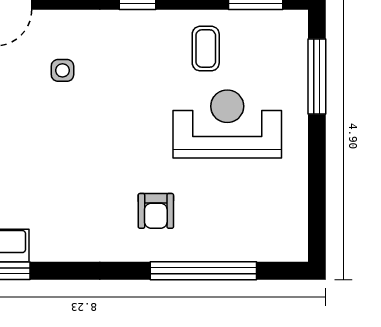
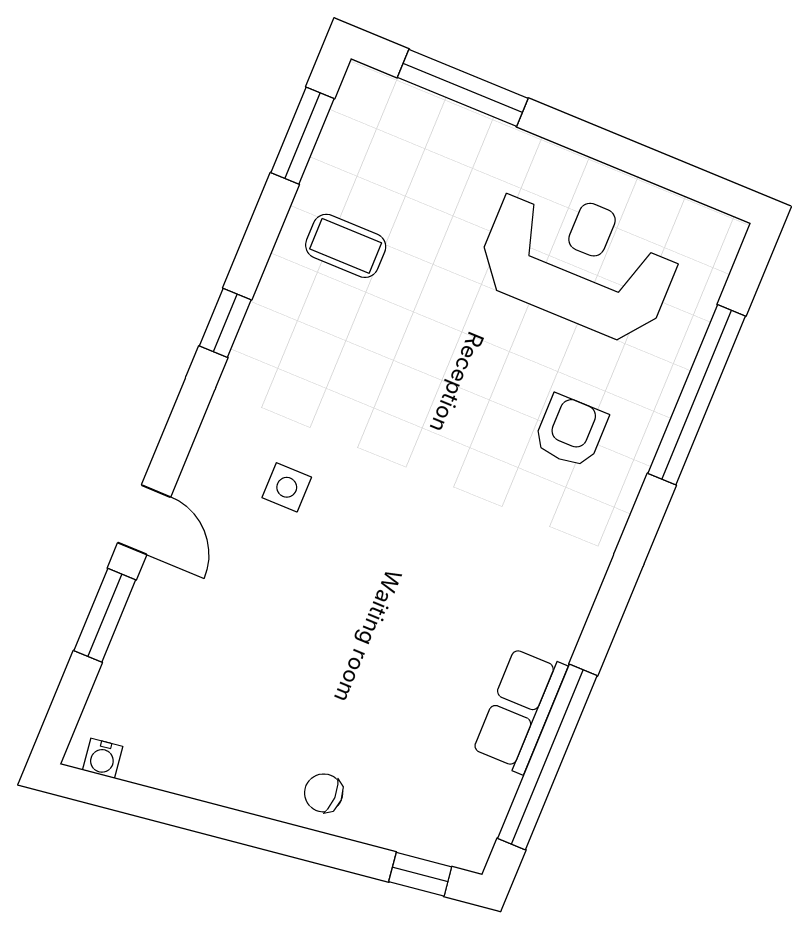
reception desk: (227, 124) -> (579, 261), moved, turned 90
armchair: (156, 211) -> (571, 431), turned -90

